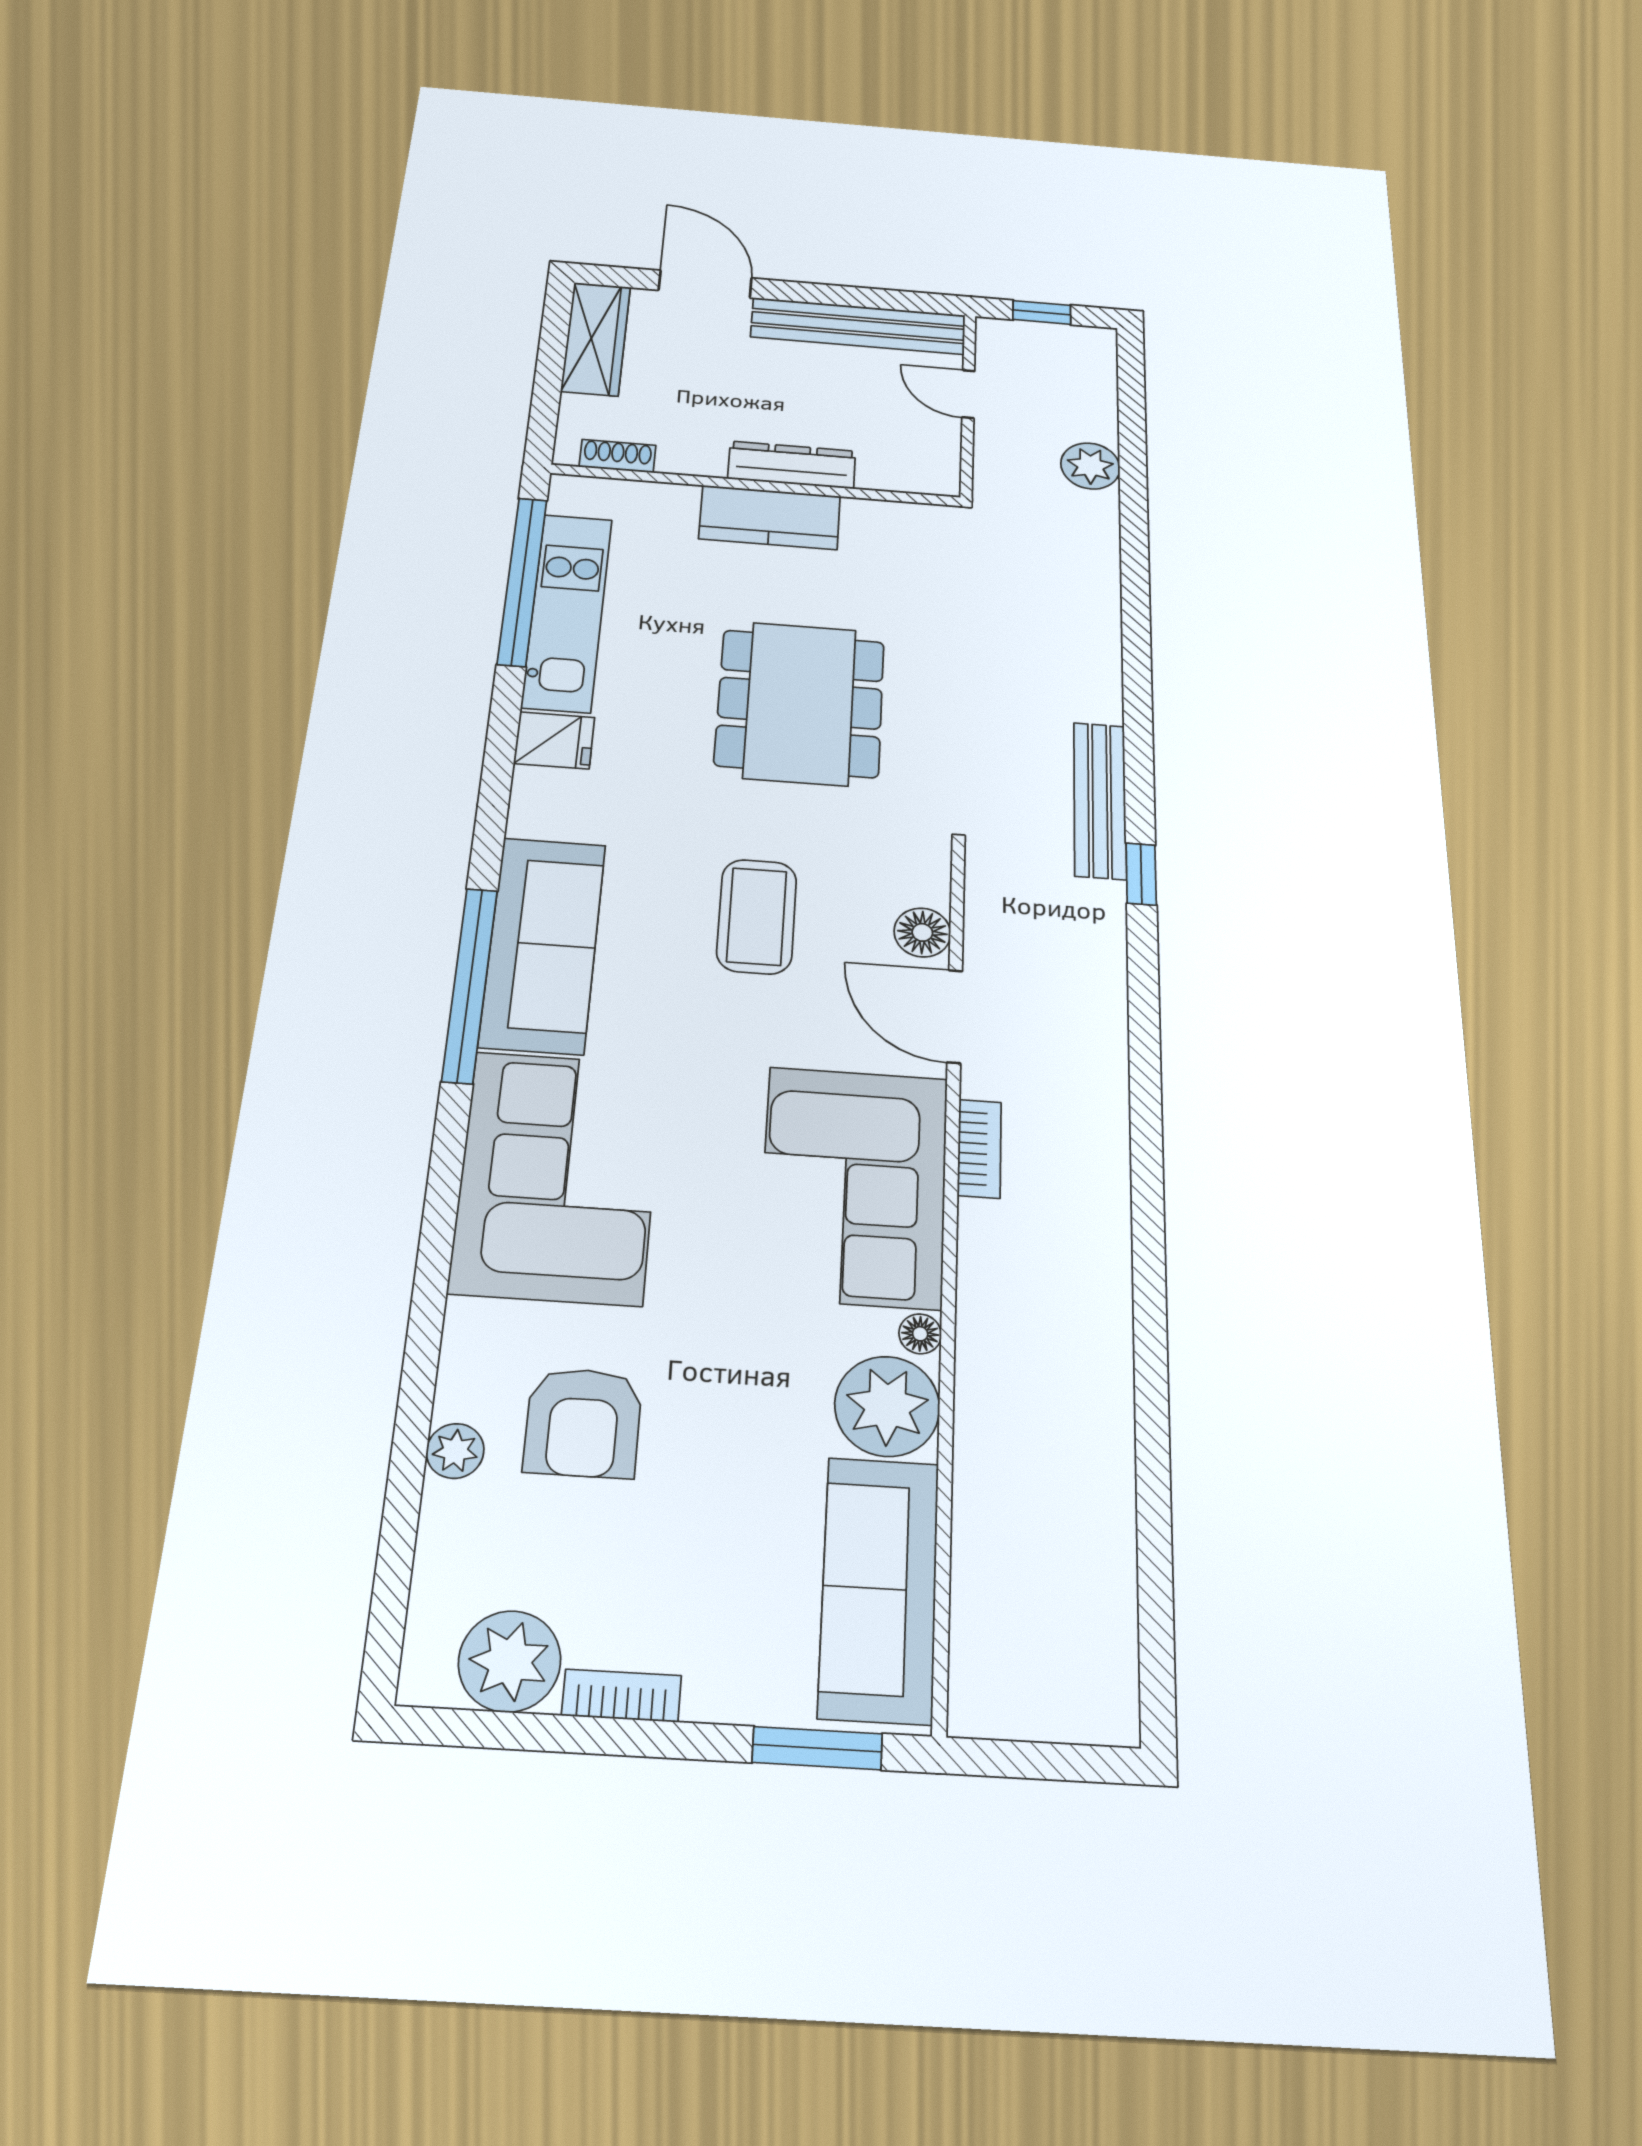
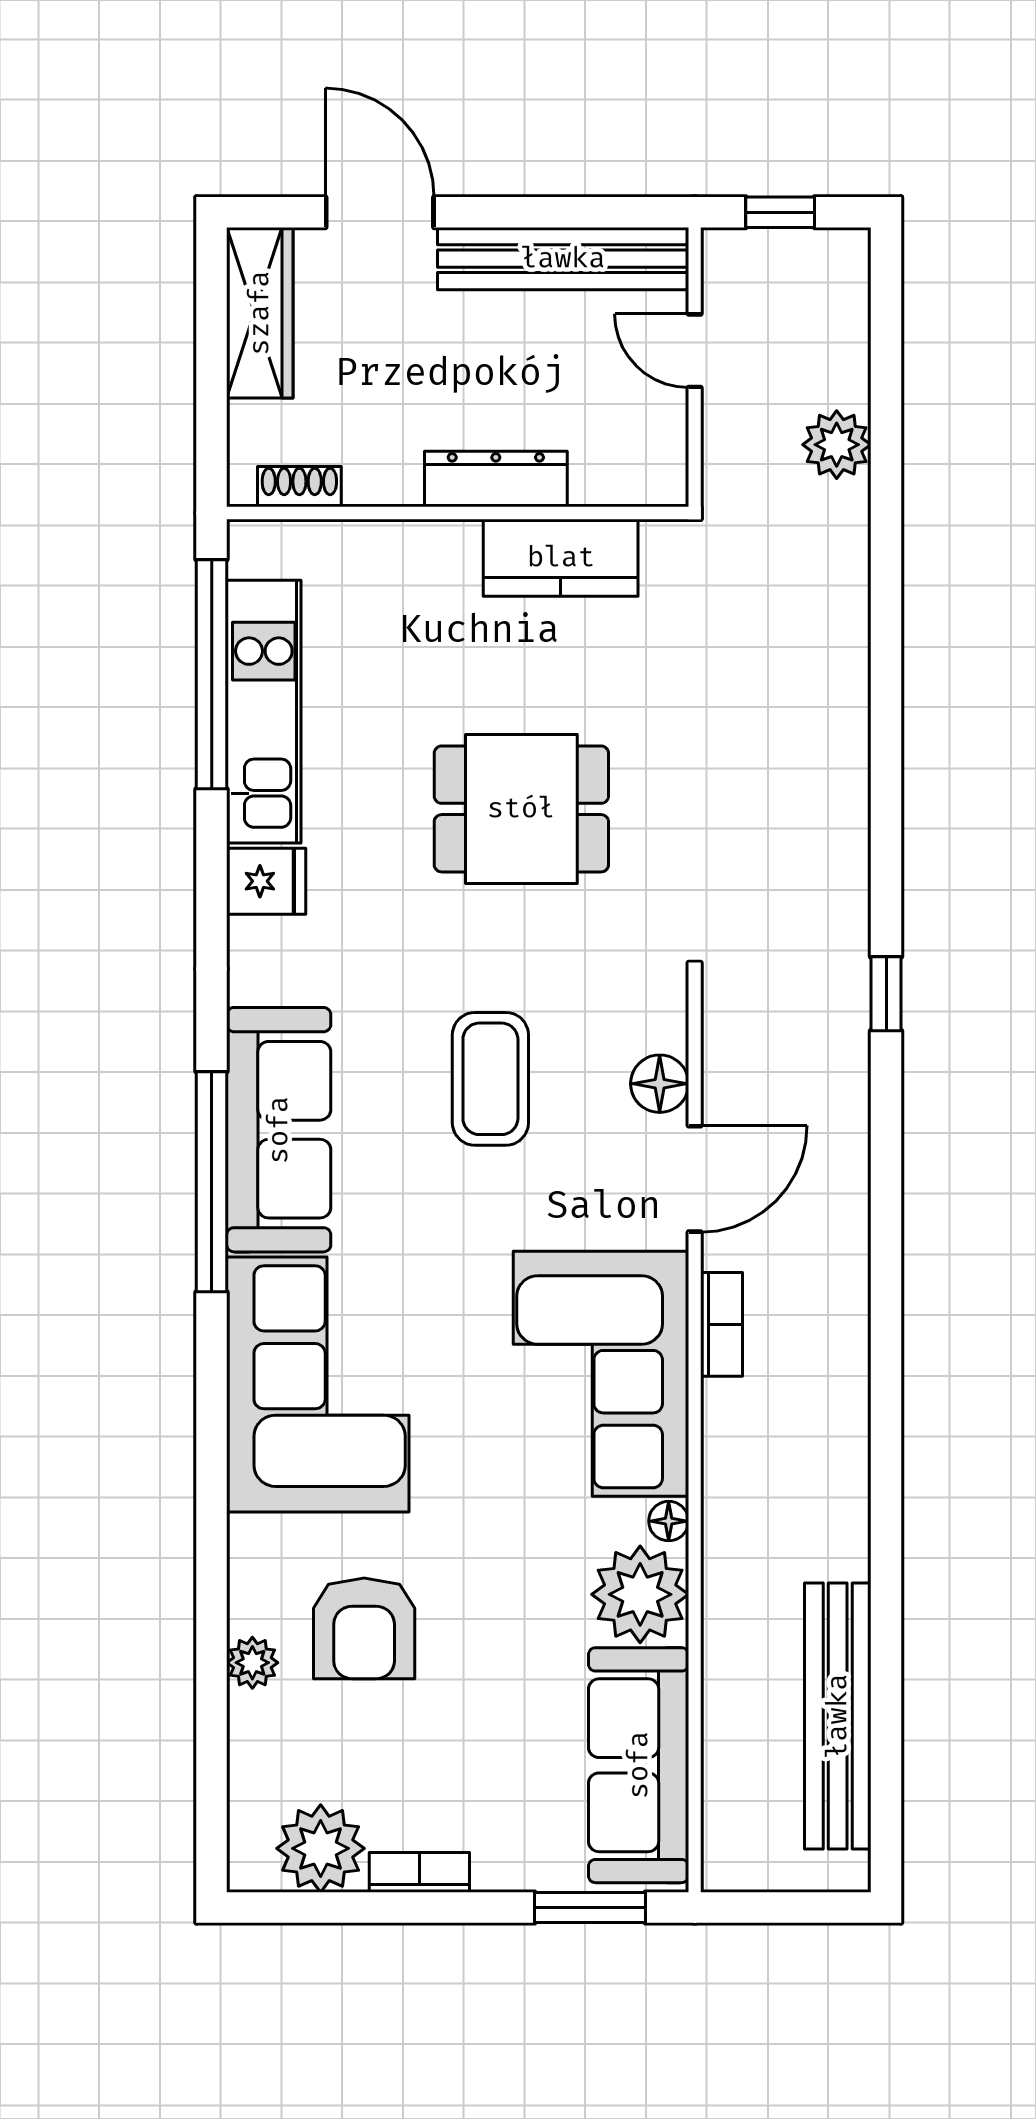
kitchen counter: (770, 517) -> (561, 558), moved
dining table: (800, 703) -> (521, 809), width x0.73
bench: (1100, 800) -> (838, 1716), moved, width x1.37, depth x1.21
door: (955, 1016) -> (695, 1179), swing flipped

